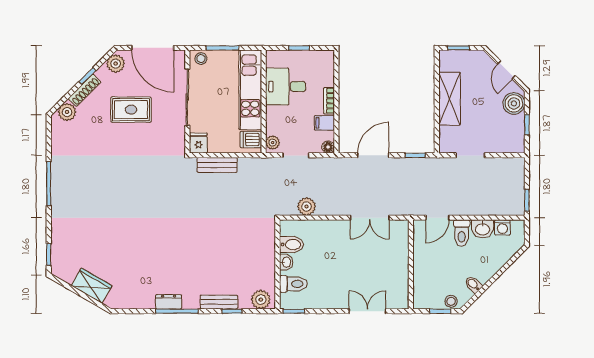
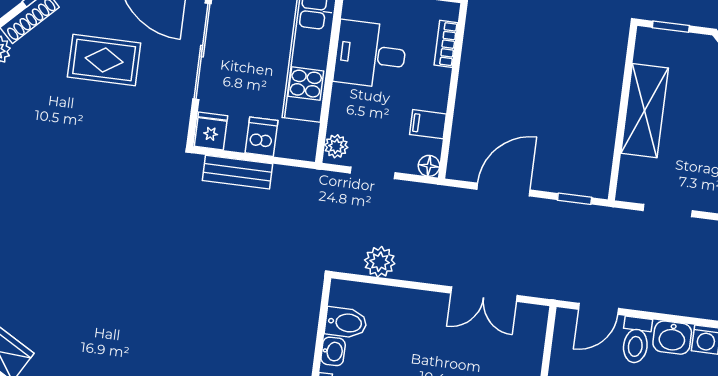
bookcase: (329, 101) -> (446, 44), moved
dishwasher: (251, 140) -> (261, 137), moved, turned 90

